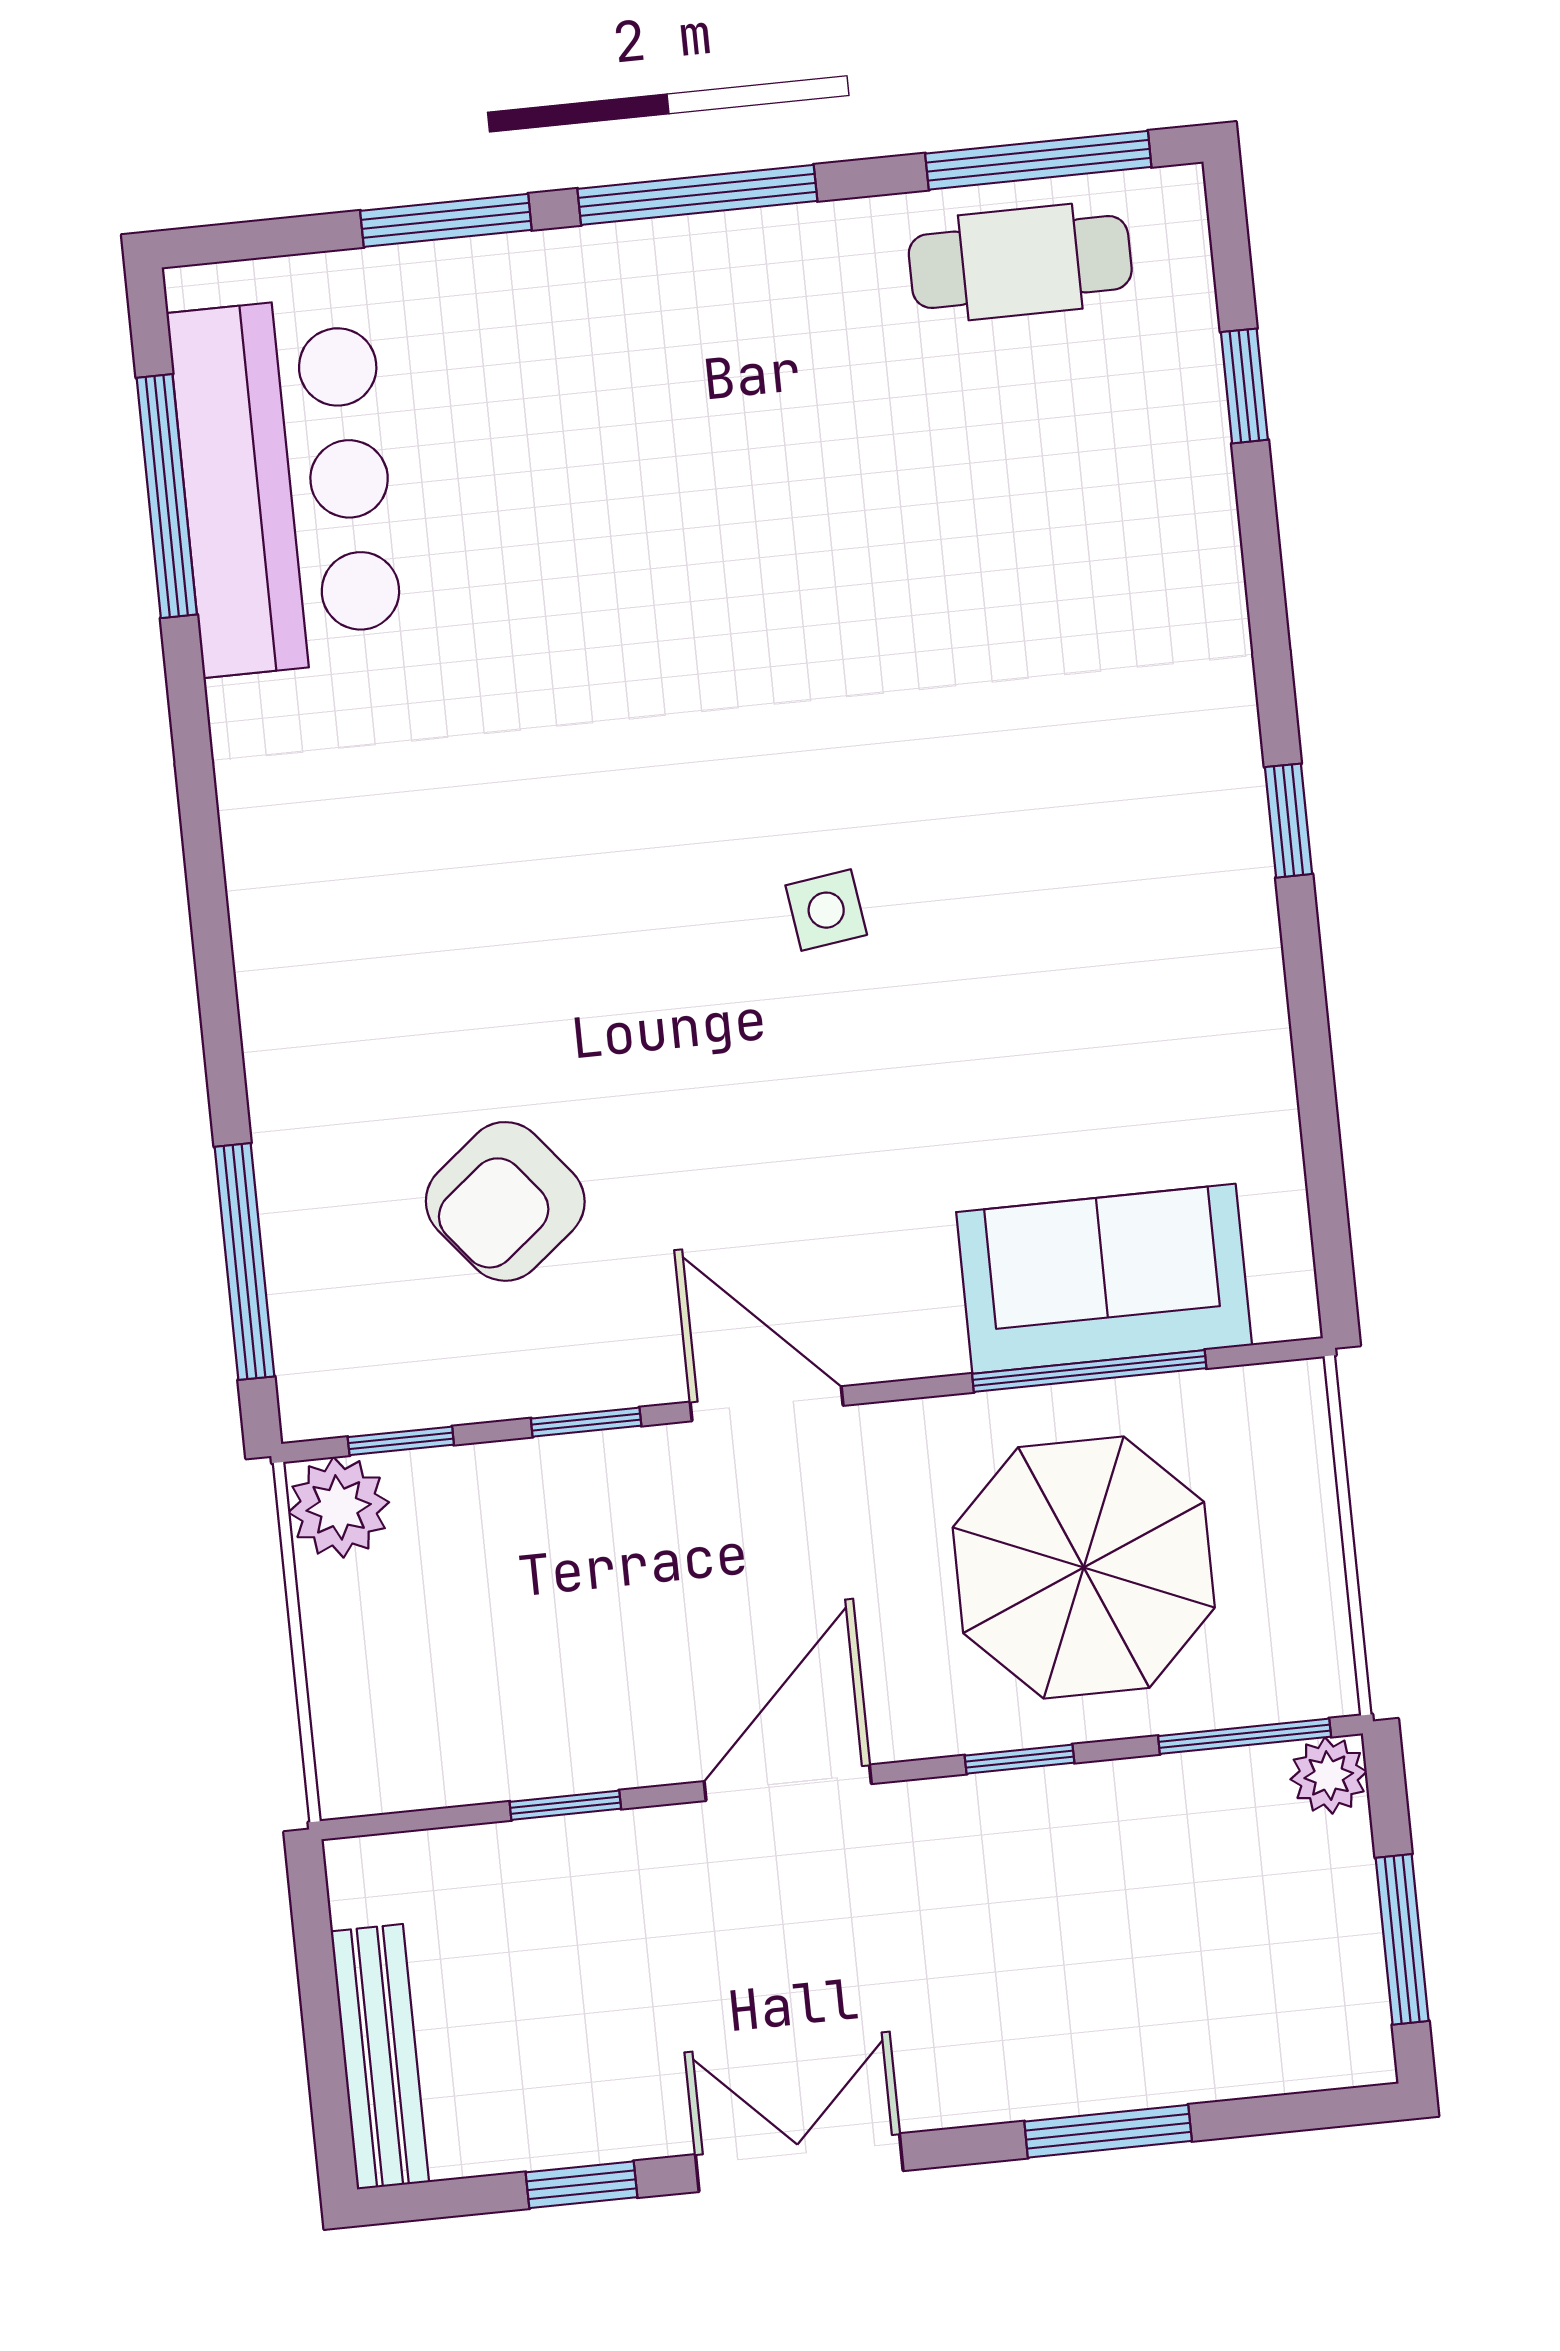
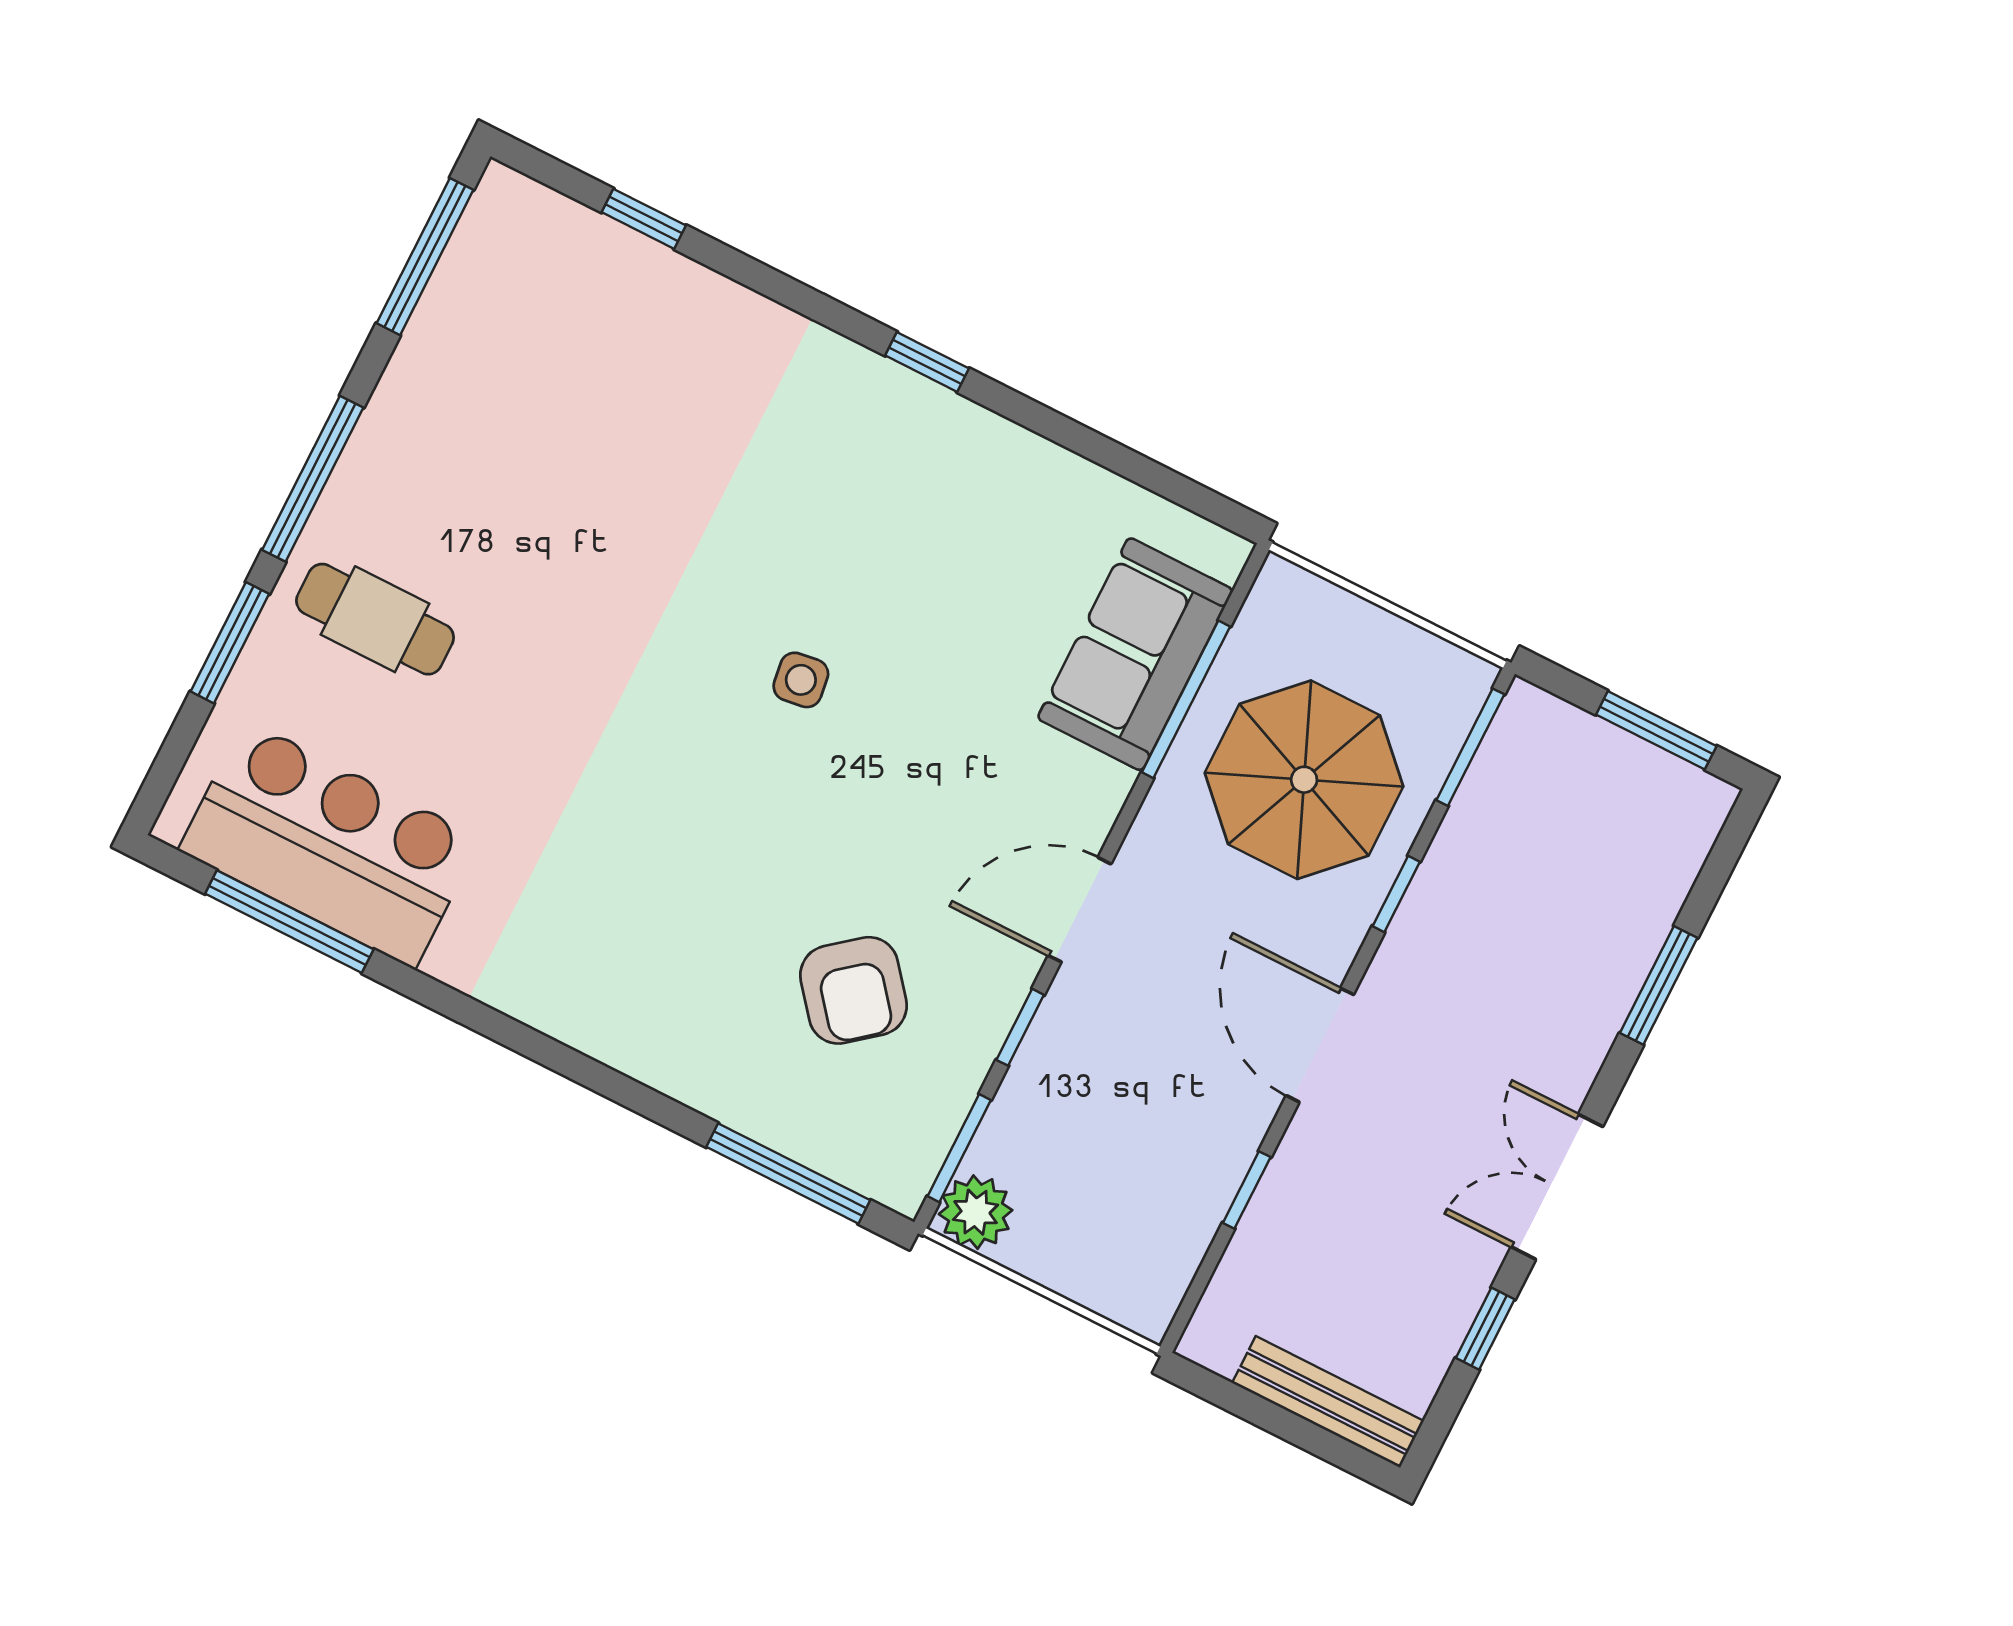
cafe table: (1020, 262) -> (375, 619), moved, turned 90
window: (401, 1441) -> (959, 1148), width x1.50
plant: (1329, 1776) -> (1527, 711), removed

